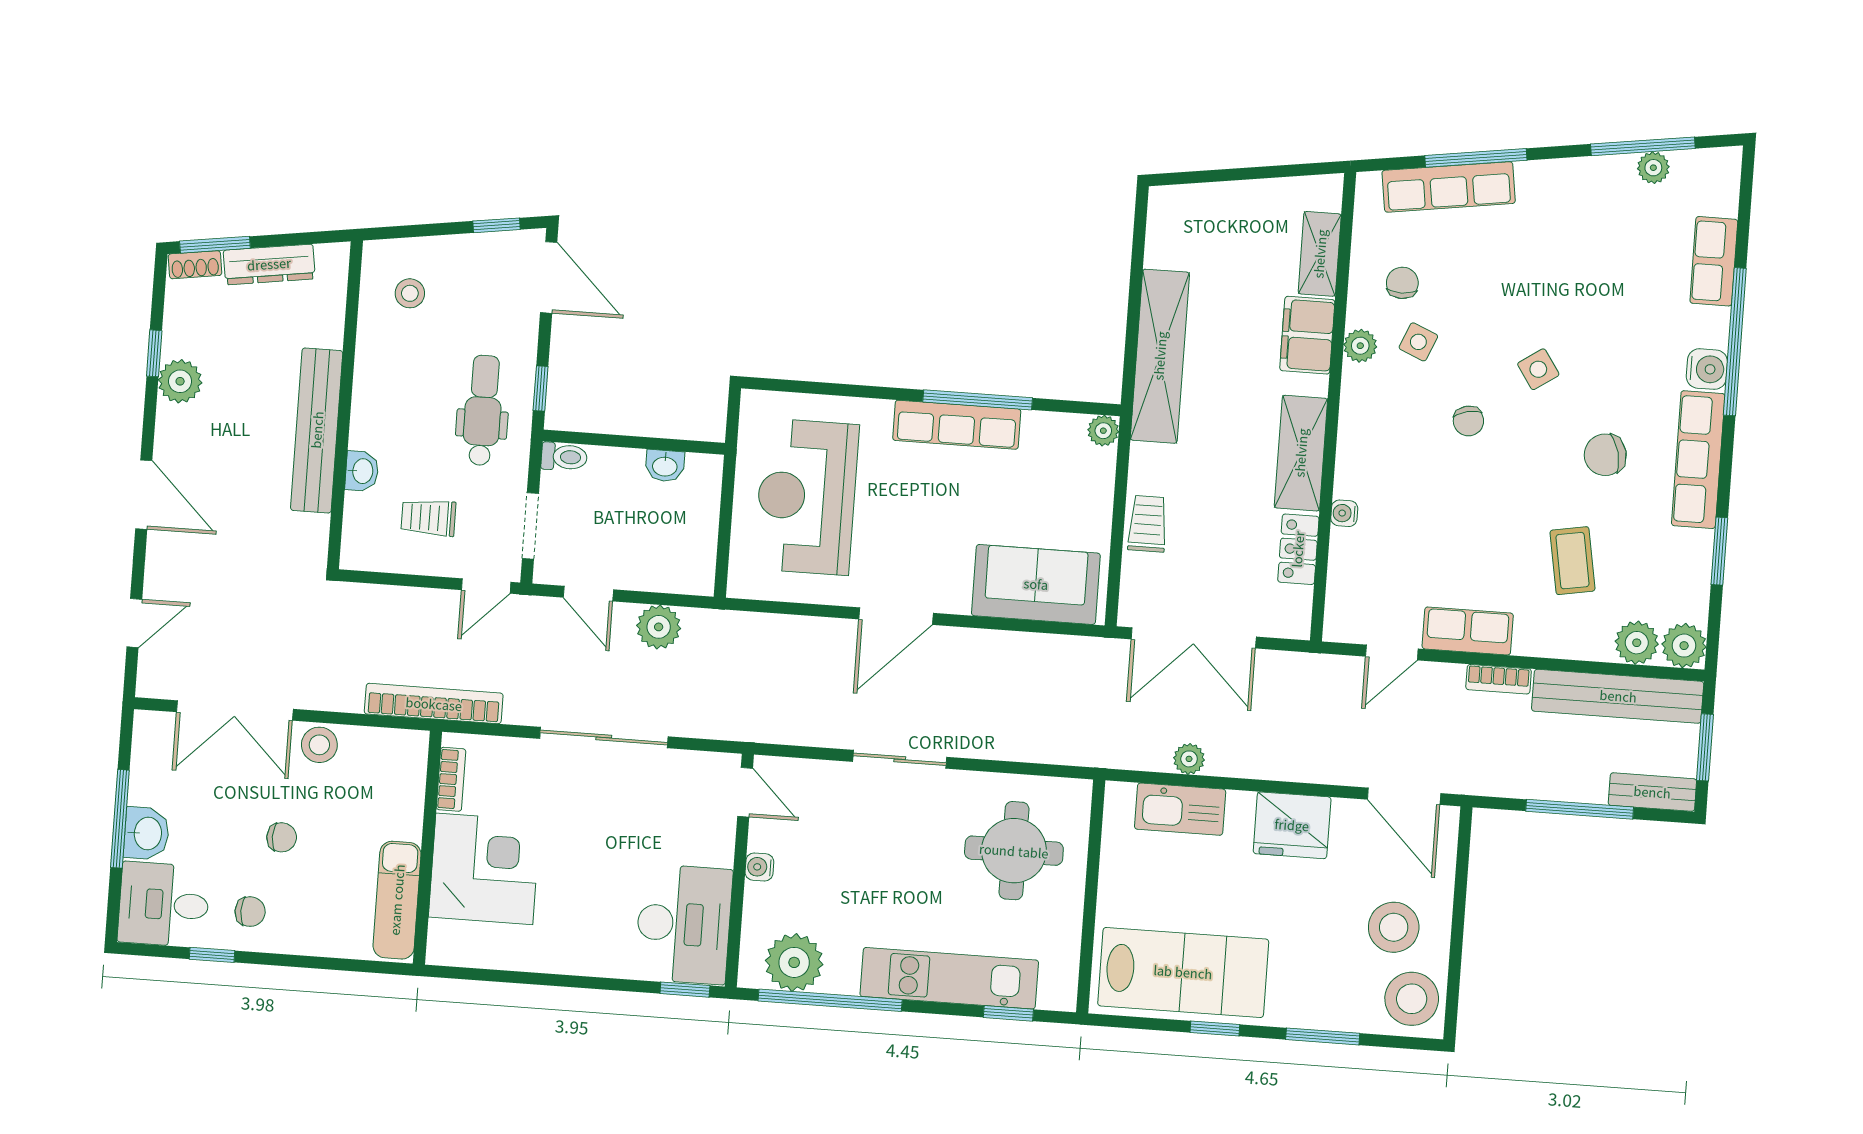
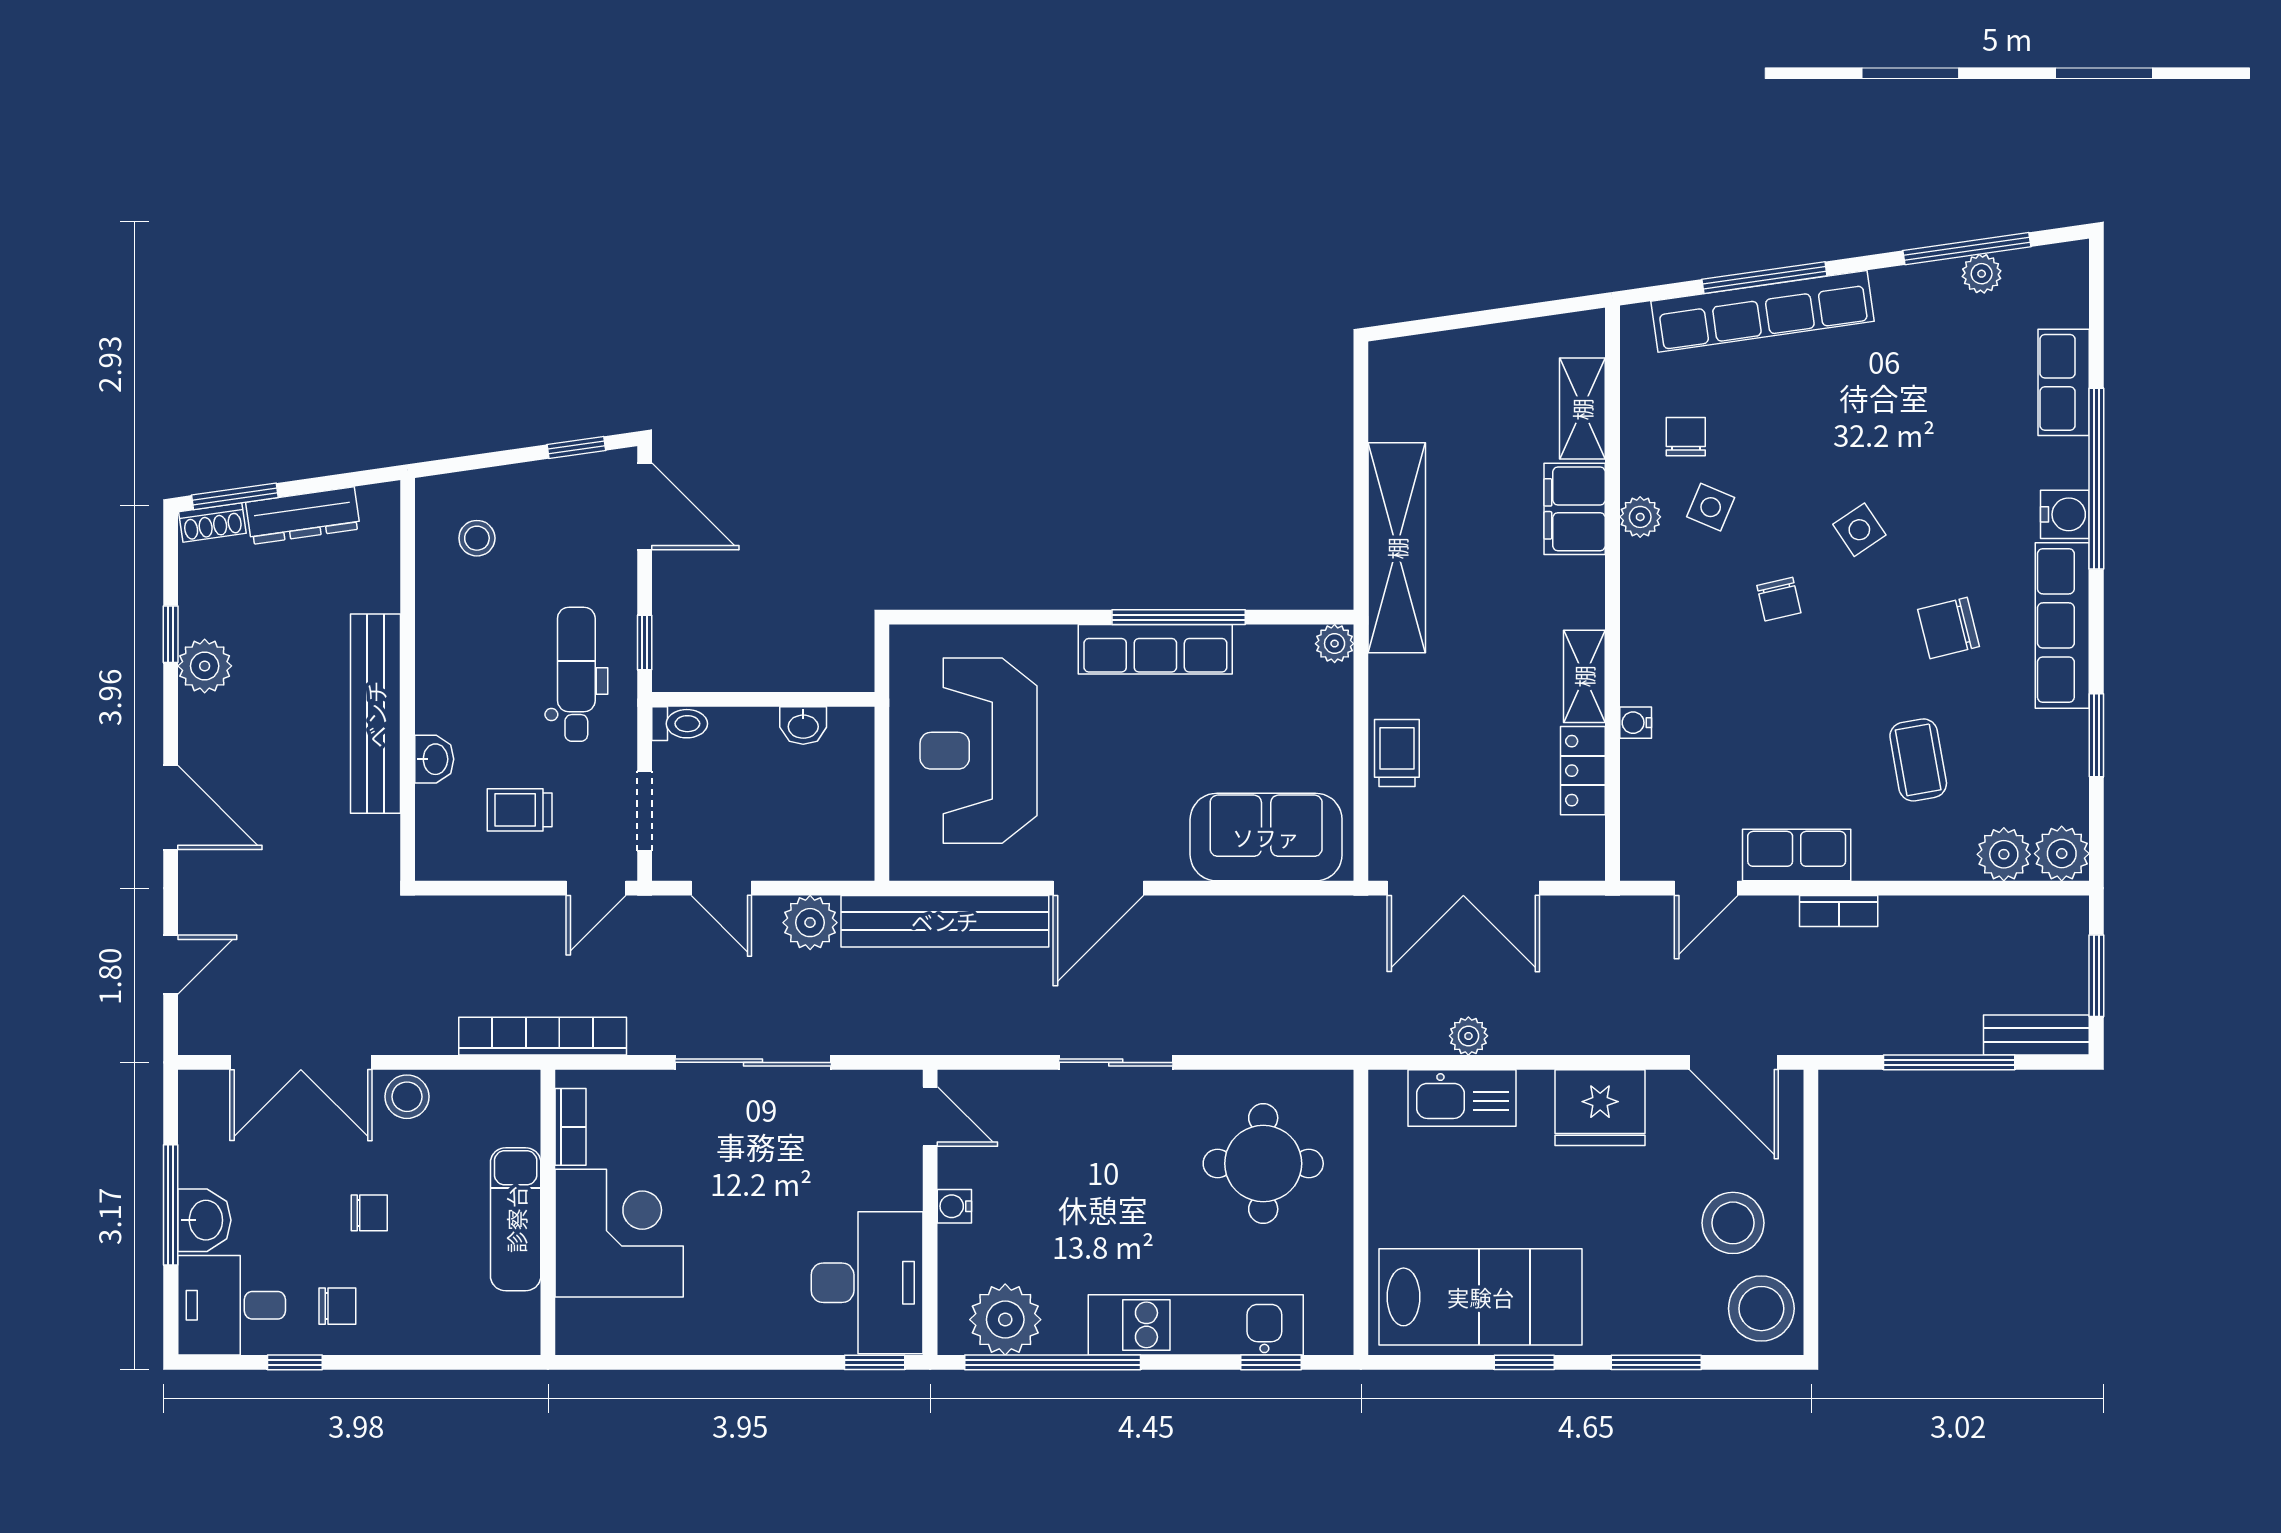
row of seats: (1449, 187) -> (1763, 311), width x1.36
shelving: (1301, 453) -> (1584, 676), width x0.67, depth x0.75
bench: (1618, 696) -> (945, 921), moved
exam couch: (397, 900) -> (516, 1219), moved

